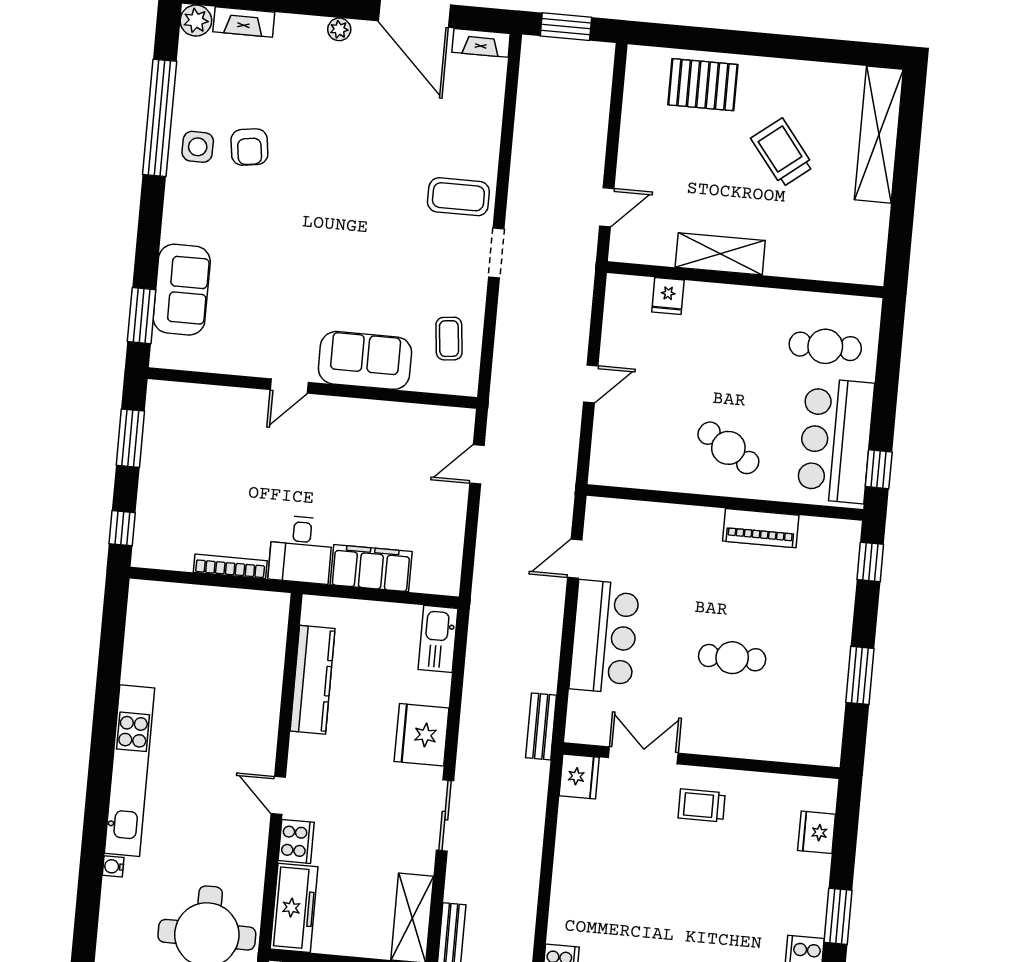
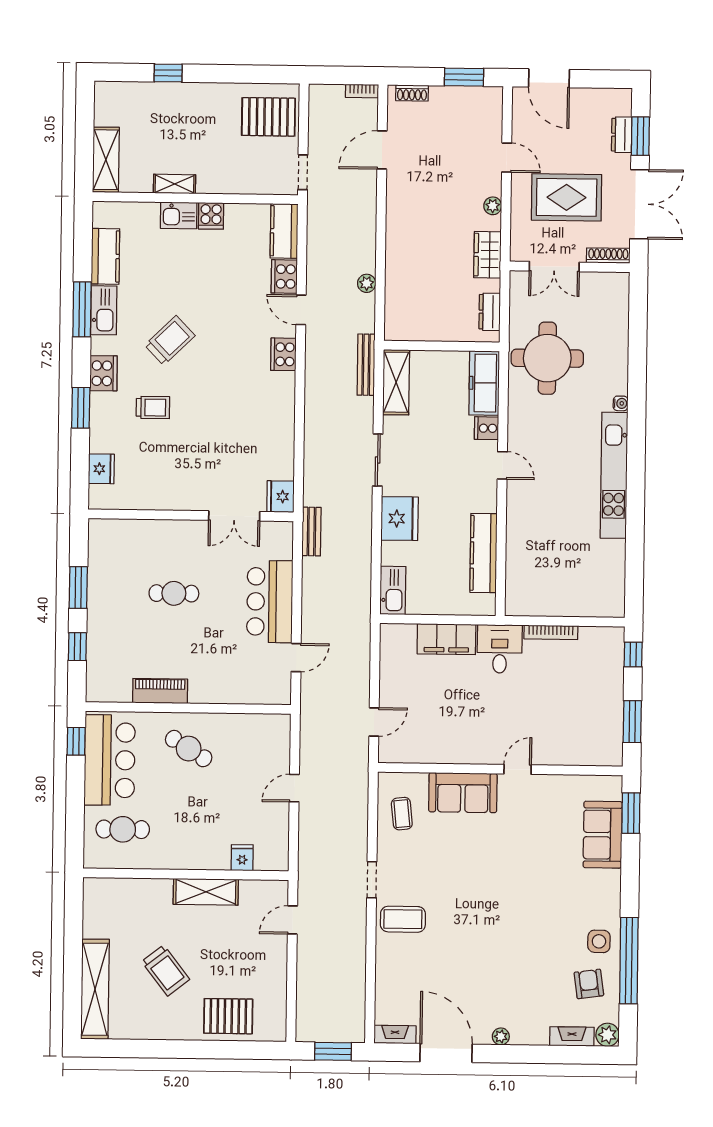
armchair: (249, 147) -> (589, 984), moved
window: (870, 562) -> (77, 647), moved
trolley: (702, 805) -> (153, 407), moved
cooker: (296, 841) -> (486, 428), width x0.73

